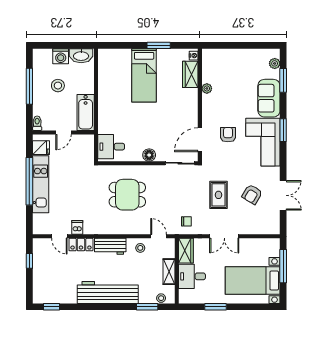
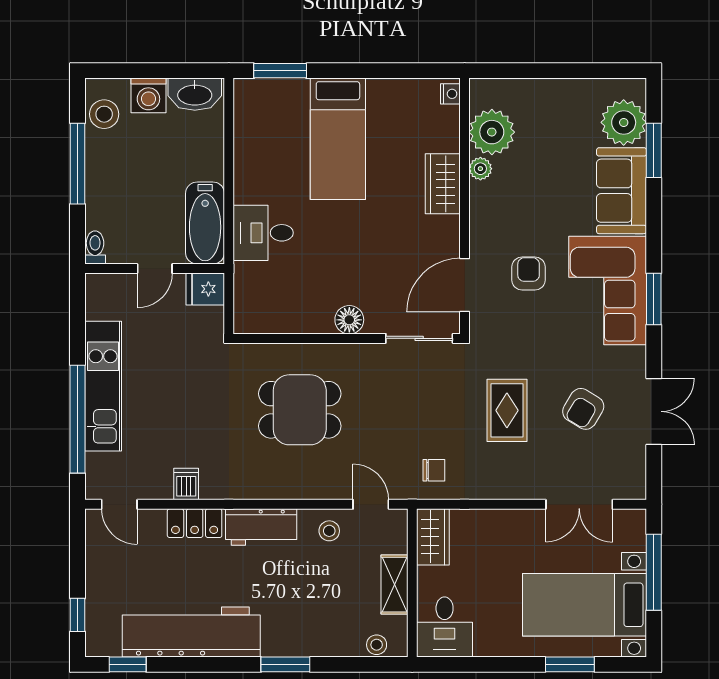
window: (159, 45) -> (280, 71), moved
plant: (275, 63) -> (624, 122), width x1.88, depth x1.88
plant: (212, 72) -> (492, 132), added
wardrobe: (190, 74) -> (443, 184), moved
stool: (58, 86) -> (104, 114), moved
window: (283, 130) -> (654, 299), moved
desk: (111, 147) -> (263, 233), moved
fridge: (41, 148) -> (205, 289), moved, turned 180
window: (29, 181) -> (77, 419), moved
door: (59, 236) -> (119, 504), moved
double door: (224, 236) -> (579, 504), moved
window: (29, 261) -> (77, 615), moved
desk: (192, 276) -> (445, 627), moved, turned -90
workbench: (108, 293) -> (191, 632), moved
window: (147, 307) -> (285, 664), moved
window: (216, 307) -> (570, 664), moved

